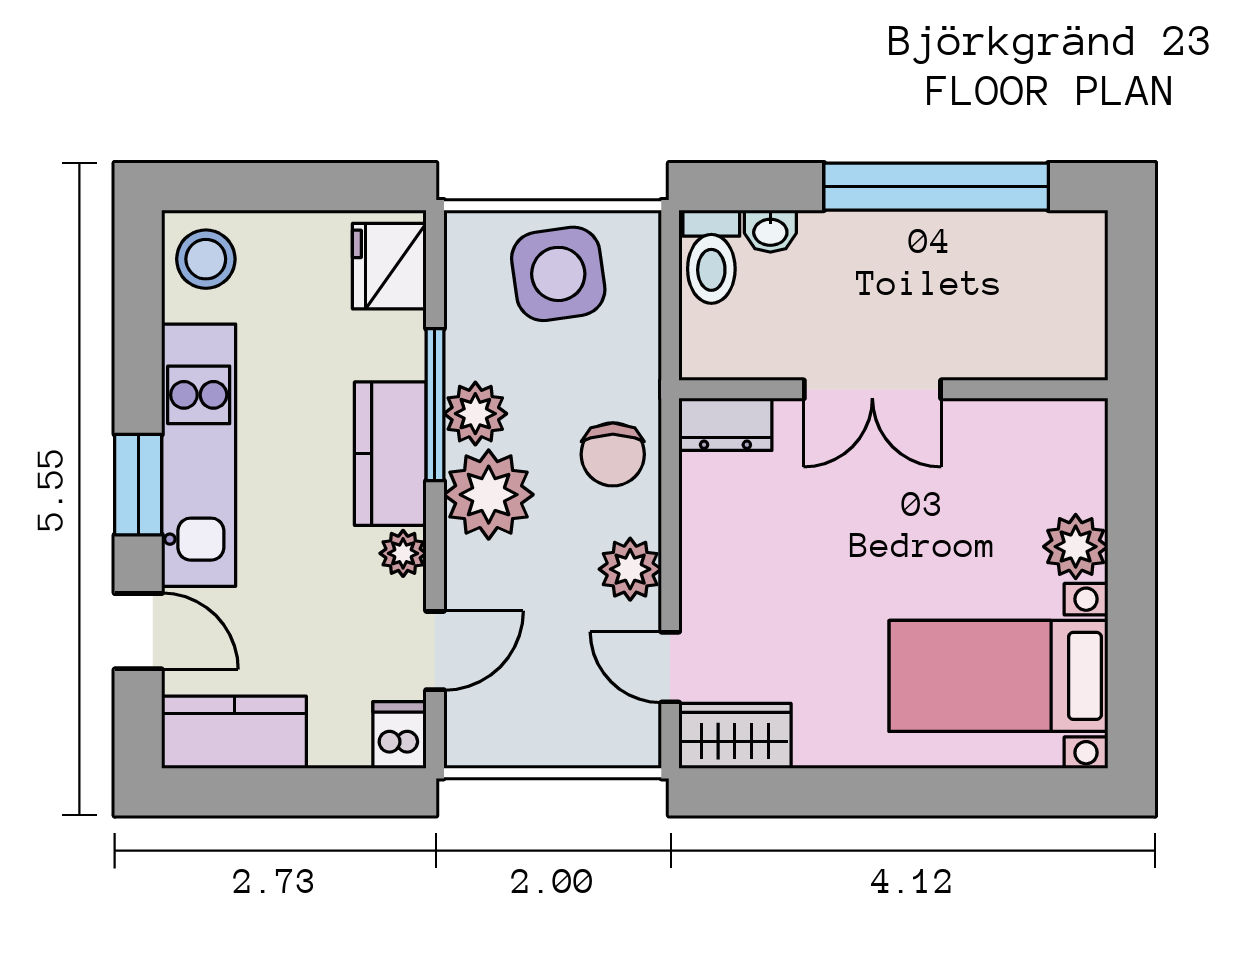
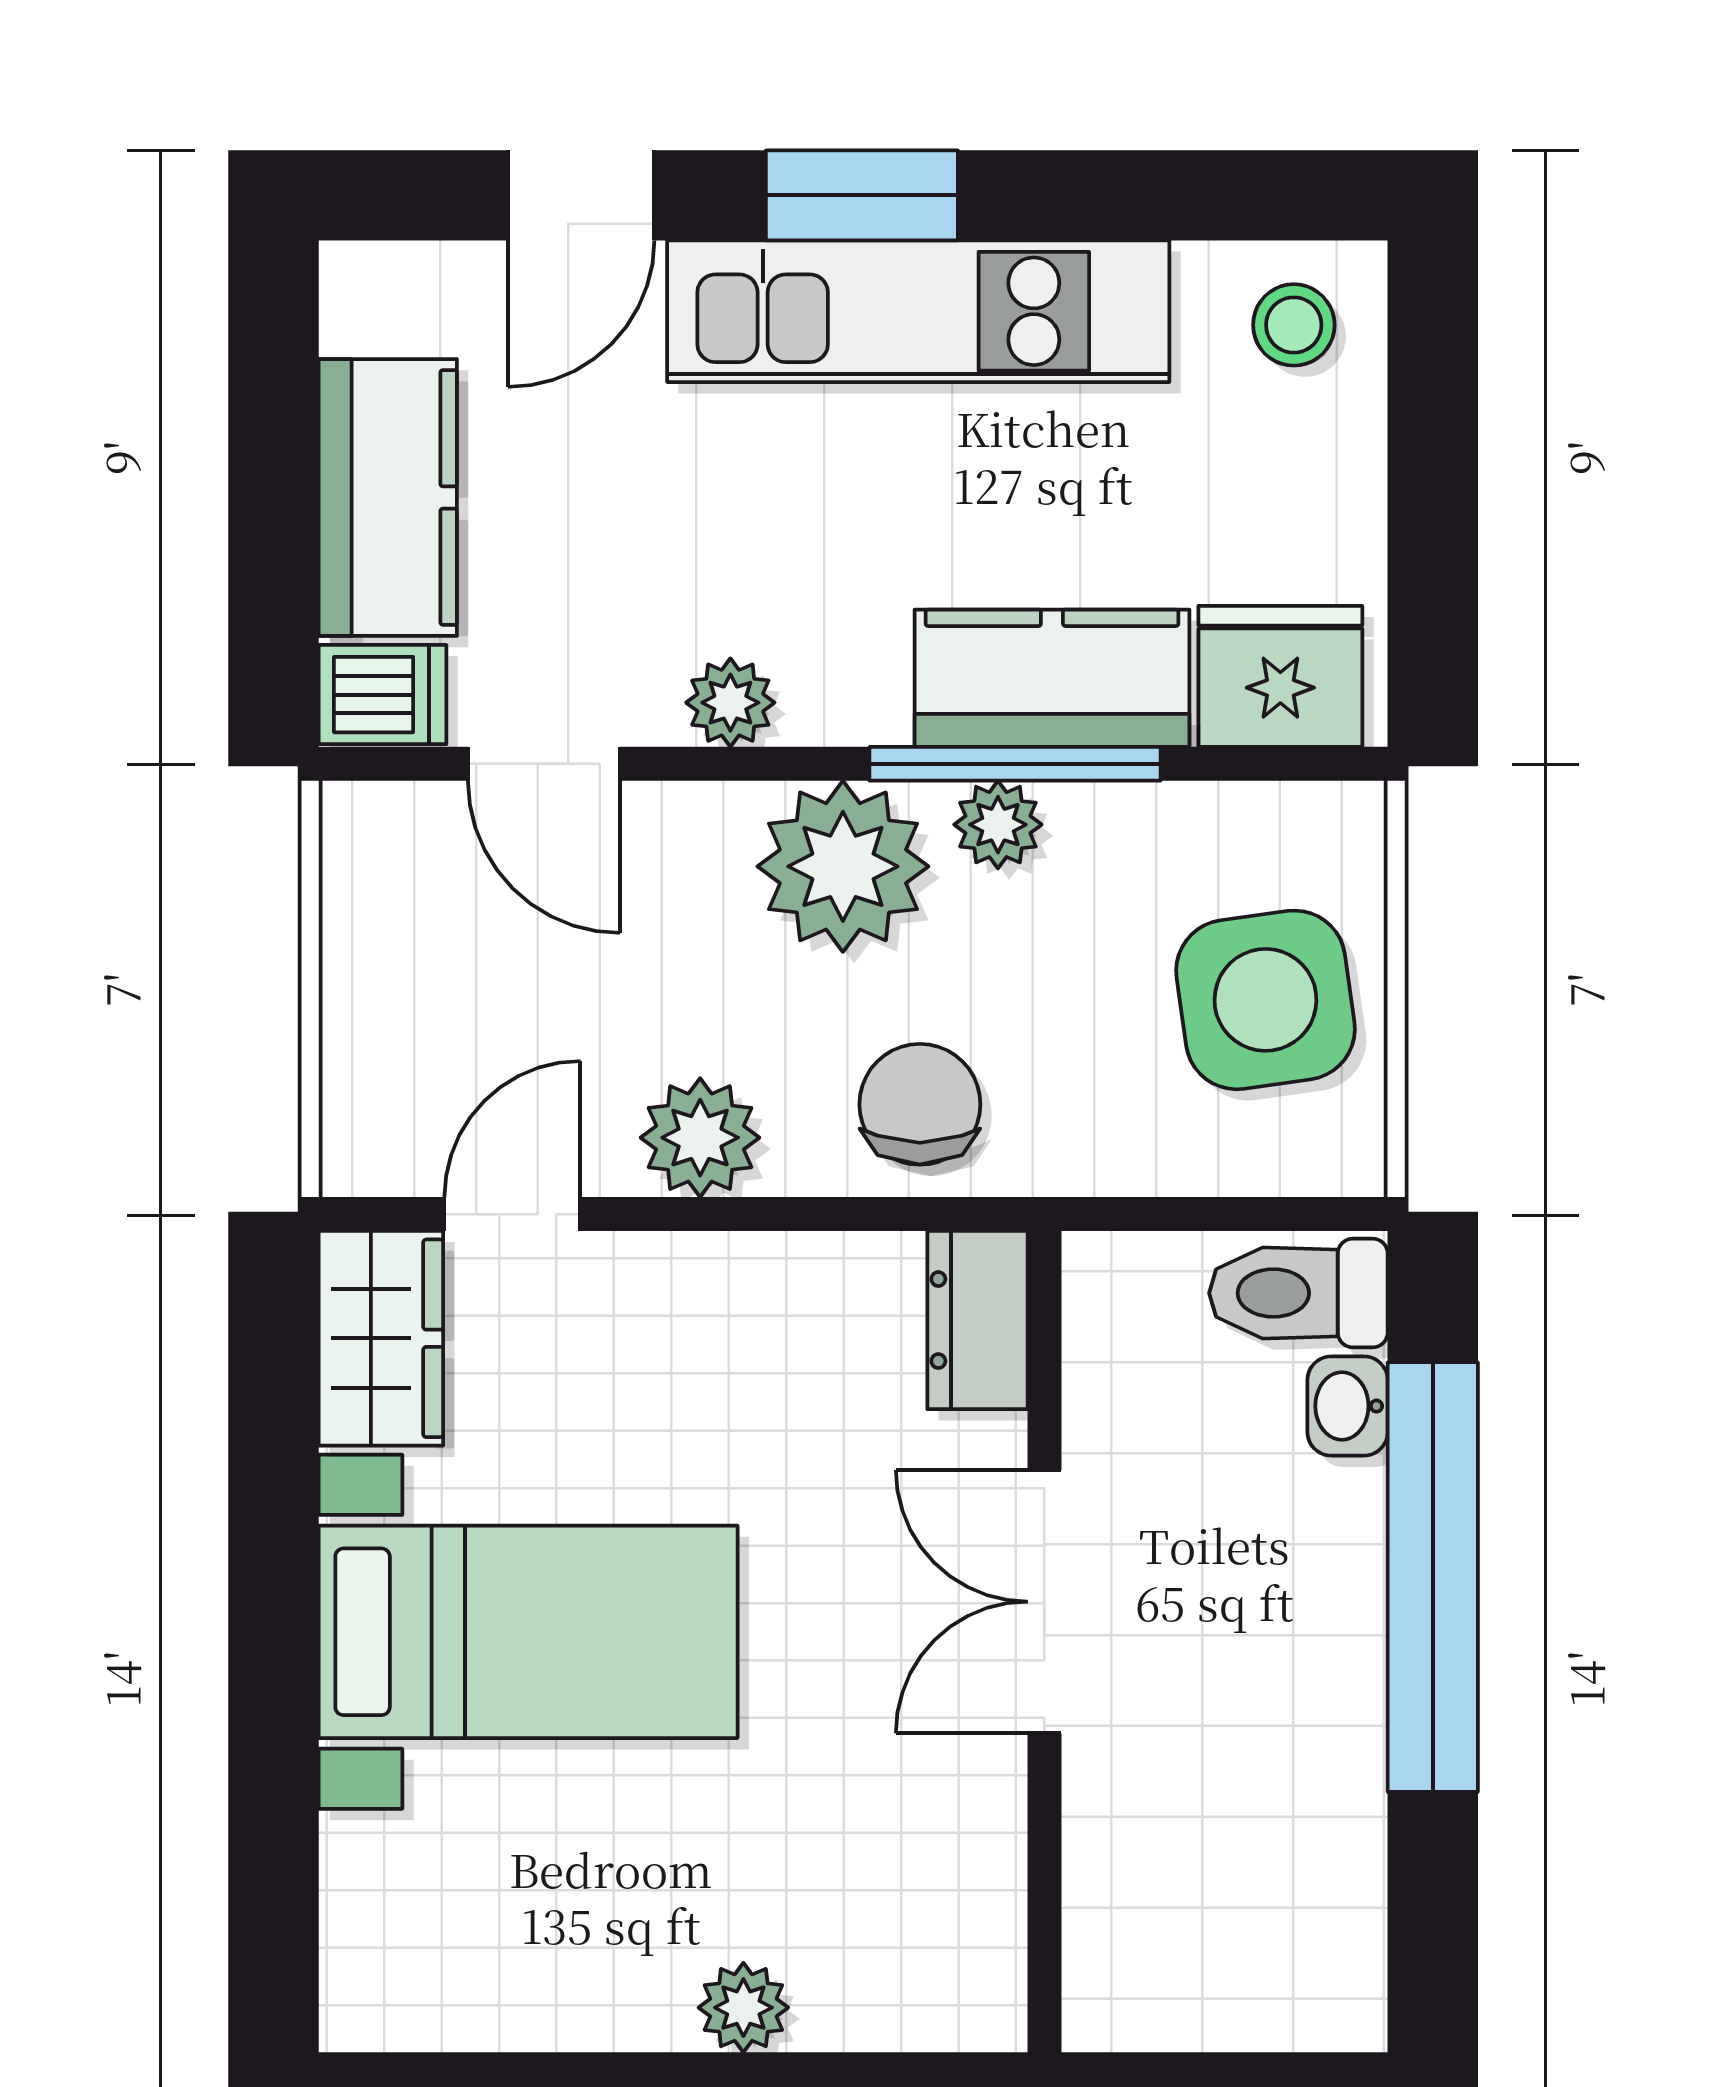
window: (936, 187) -> (1433, 1577), moved
stool: (206, 259) -> (1294, 325), width x0.73, depth x0.73
plant: (475, 414) -> (998, 825), width x0.73, depth x0.73
kitchen counter: (390, 454) -> (1052, 678), moved
chair: (613, 454) -> (920, 1104), turned 90
plant: (1076, 547) -> (743, 2008), width x0.73, depth x0.73
bed with nightstands: (998, 676) -> (528, 1632), moved, turned 90
kitchen counter: (234, 732) -> (388, 497), moved

